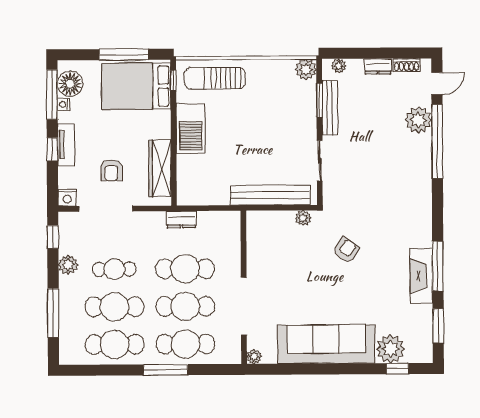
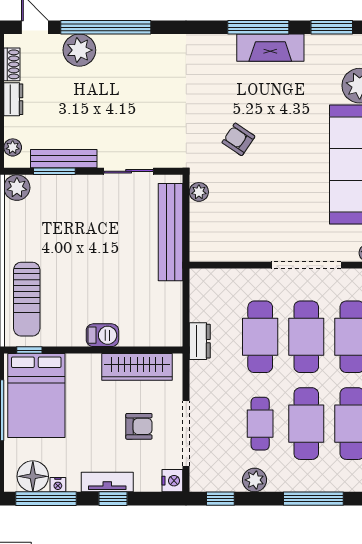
barbecue: (191, 128) -> (102, 335), width x0.53, depth x0.65

